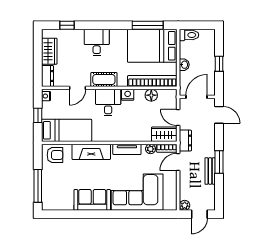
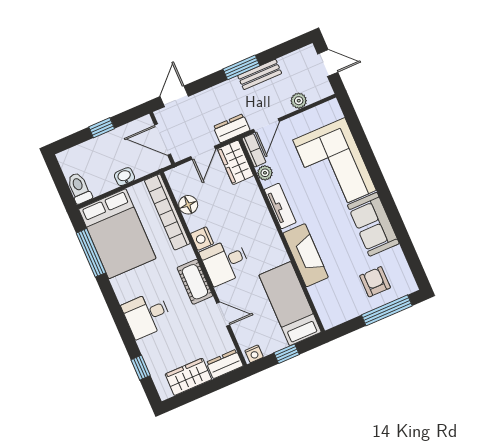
armchair: (55, 155) -> (375, 282), moved
door: (178, 162) -> (266, 125), hinge flipped
plant: (185, 205) -> (299, 101), moved

